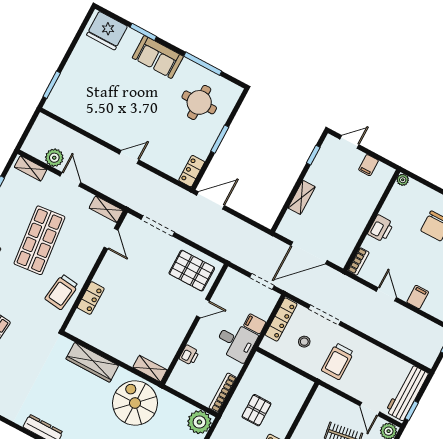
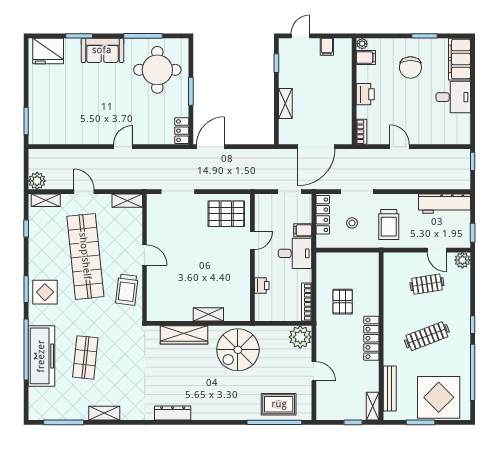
round table: (199, 102) -> (157, 70), width x1.36, depth x1.36
plant: (54, 158) -> (37, 181), moved
door: (111, 239) -> (145, 255), moved
shop shelf: (39, 240) -> (85, 256), width x1.40
filing cabinet: (418, 297) -> (366, 58), moved, turned 90
locker: (91, 298) -> (154, 282), removed
shelving: (150, 369) -> (208, 314), moved
workbench: (407, 393) -> (445, 204), moved, turned -90
spiral stairs: (135, 403) -> (238, 350), turned -90

